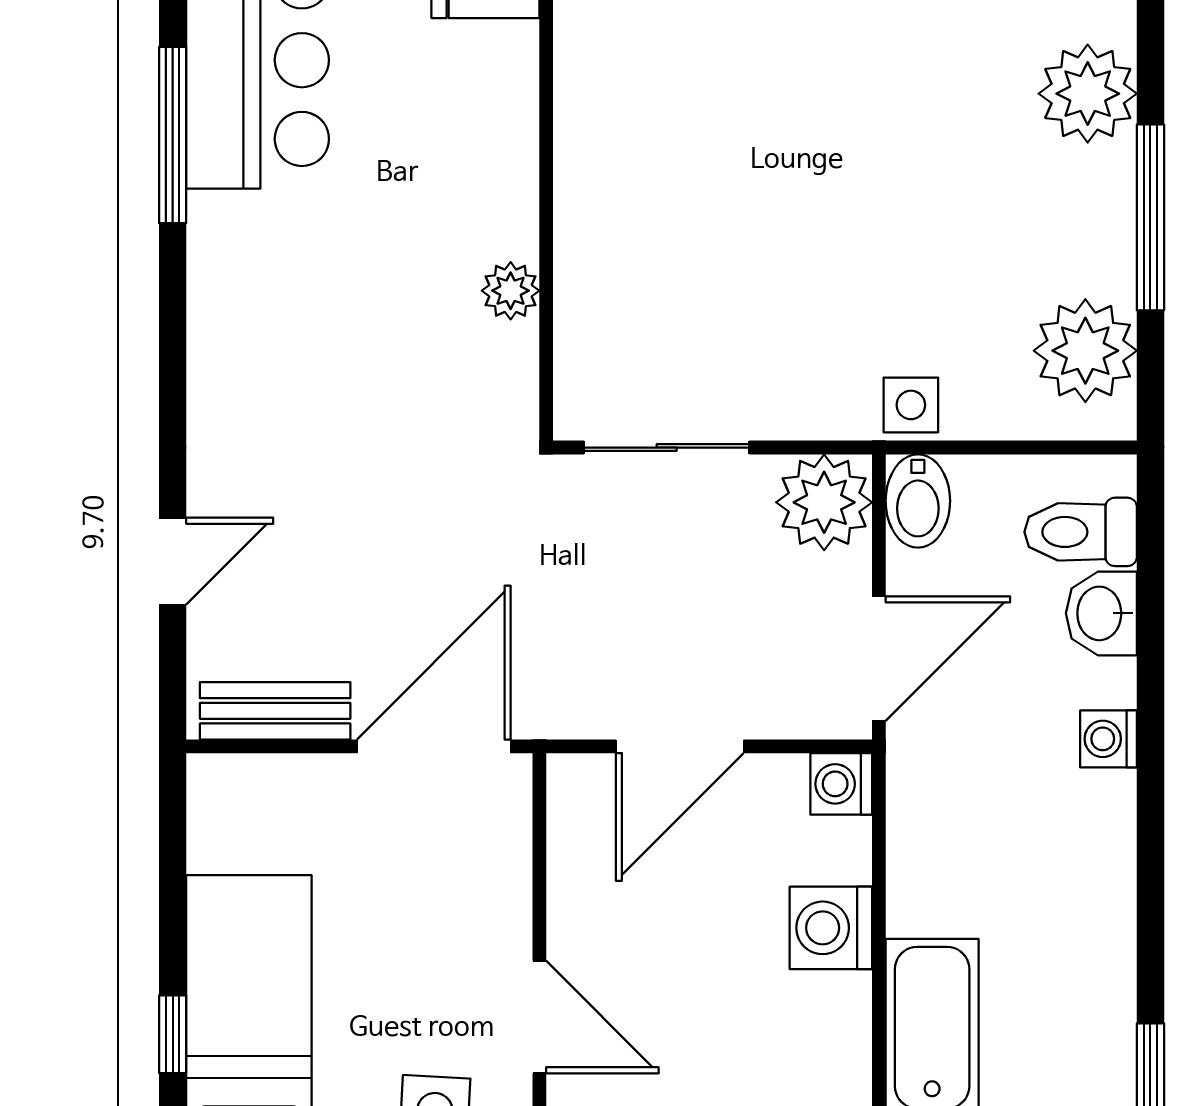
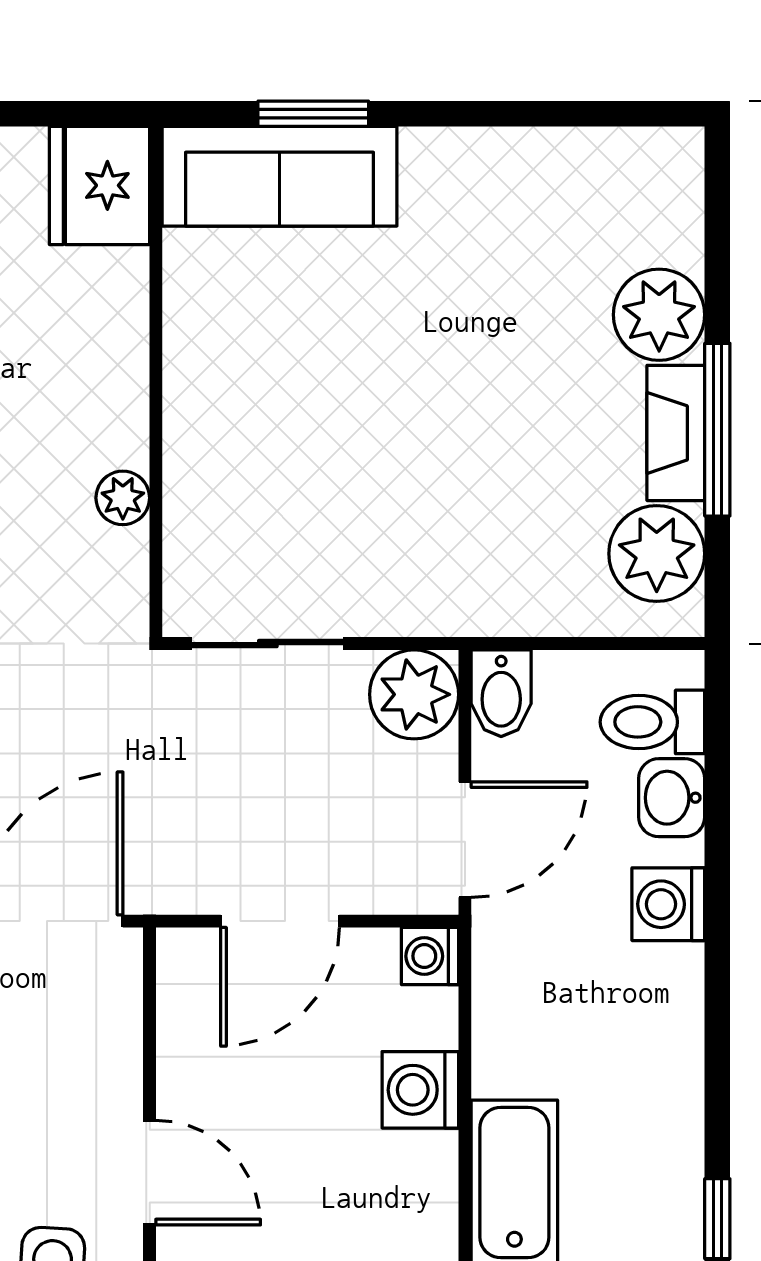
fireplace: (1106, 221) -> (676, 433), added
side table: (911, 405) -> (495, 604), removed
washing machine: (1108, 739) -> (668, 904), width x1.38, depth x1.38

